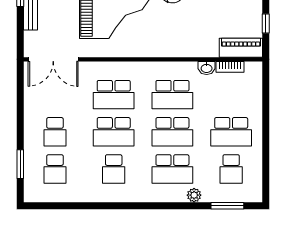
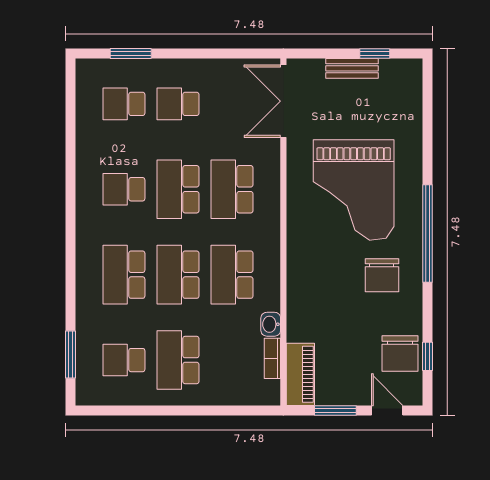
window: (266, 24) -> (335, 410), width x1.50
plant: (194, 195) -> (86, 306), removed

